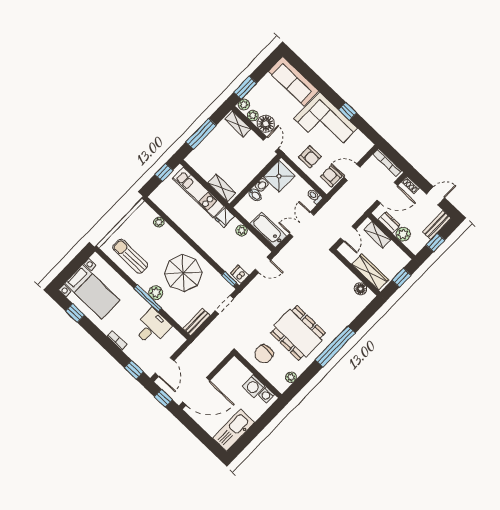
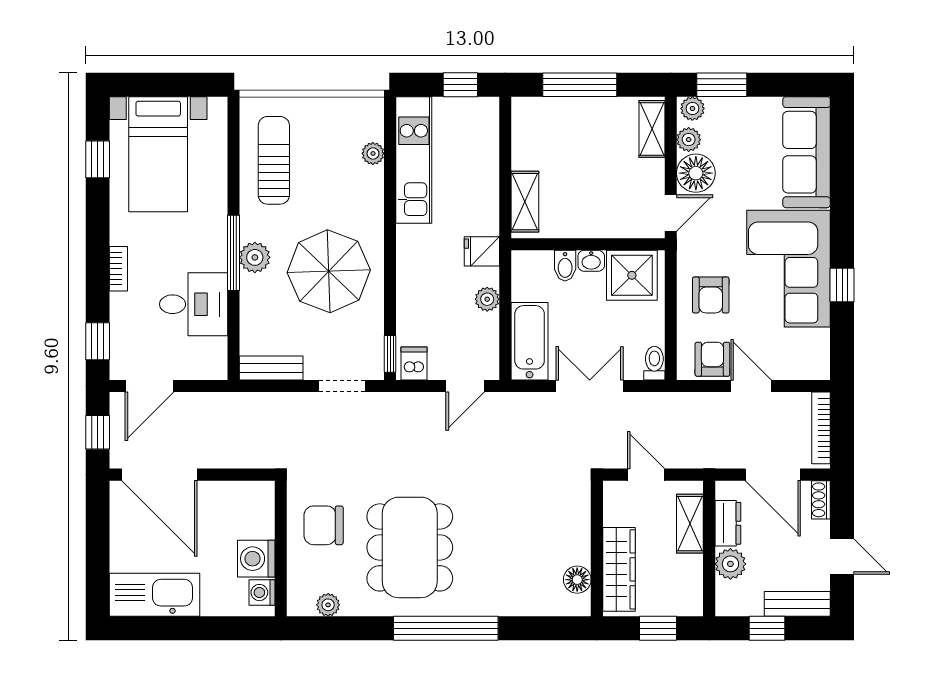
kitchen unit: (198, 192) -> (414, 160), moved, turned 180
door: (348, 234) -> (646, 475), swing flipped
door: (263, 265) -> (465, 386), hinge flipped

